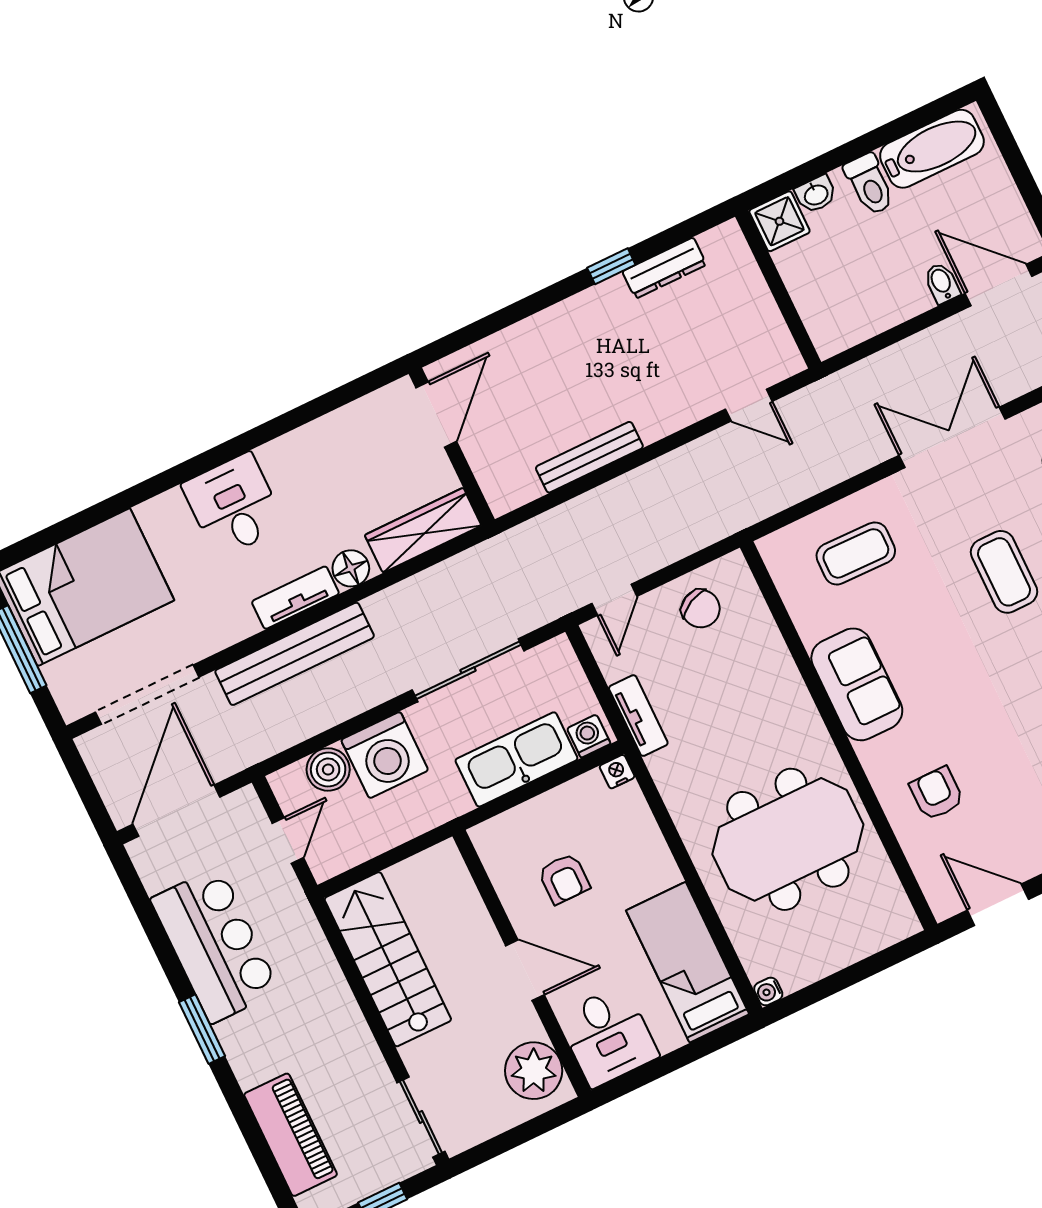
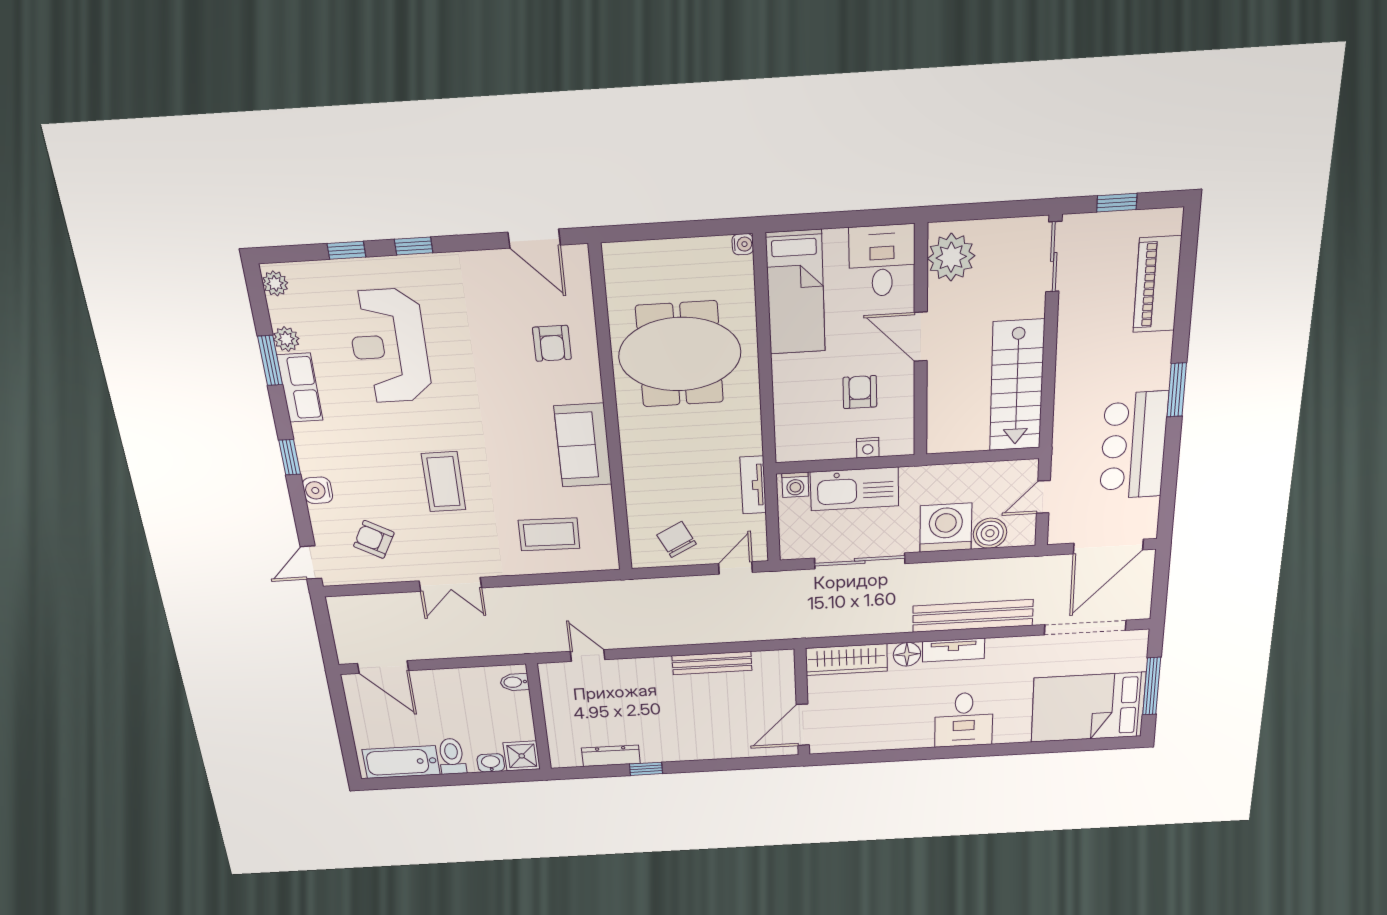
bidet: (942, 283) -> (515, 682), moved, turned 90
double door: (952, 437) -> (450, 584), width x0.73
nightstand: (617, 772) -> (868, 448), moved

